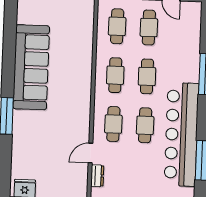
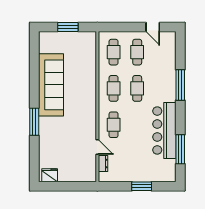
cafe table: (145, 125) -> (137, 125), removed
bar counter: (181, 134) -> (164, 131), width x0.73
door: (90, 153) -> (97, 147), swing flipped

